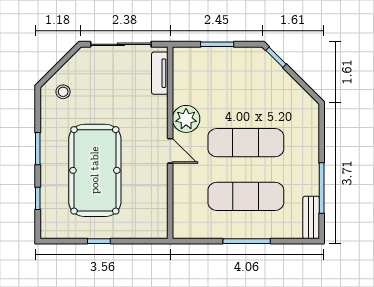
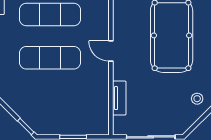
tv unit: (160, 73) -> (119, 98), moved
plant: (186, 119) -> (98, 77), removed

